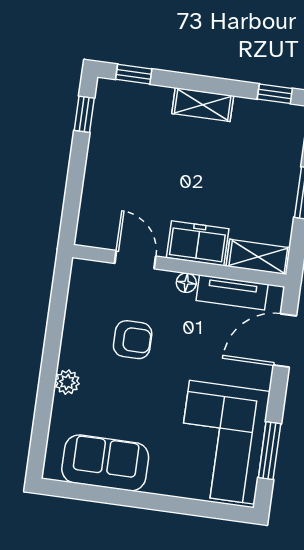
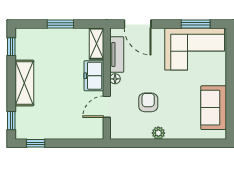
shelving: (203, 105) -> (24, 83), width x1.50, depth x1.33
plant: (67, 382) -> (158, 133), moved

